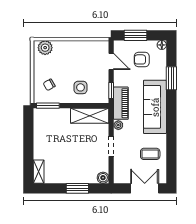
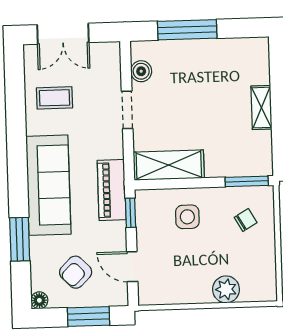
plant: (45, 48) -> (226, 289), moved
armchair: (142, 59) -> (76, 272), turned 135
plant: (118, 125) -> (115, 149), removed
shelving: (39, 172) -> (261, 108), moved
boiler: (103, 178) -> (141, 71), moved
window: (77, 188) -> (187, 30), width x1.44

